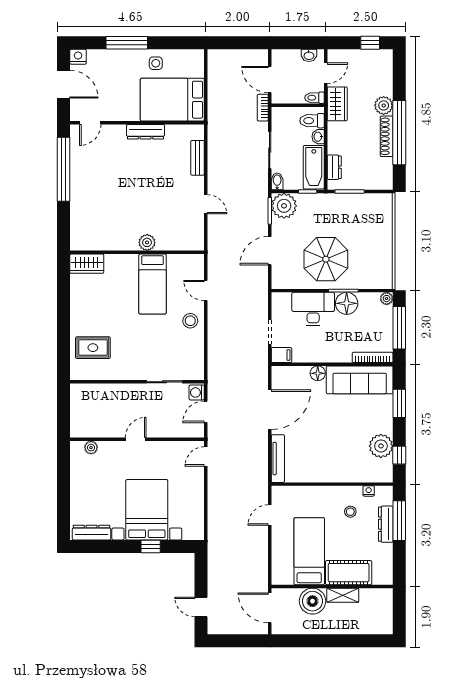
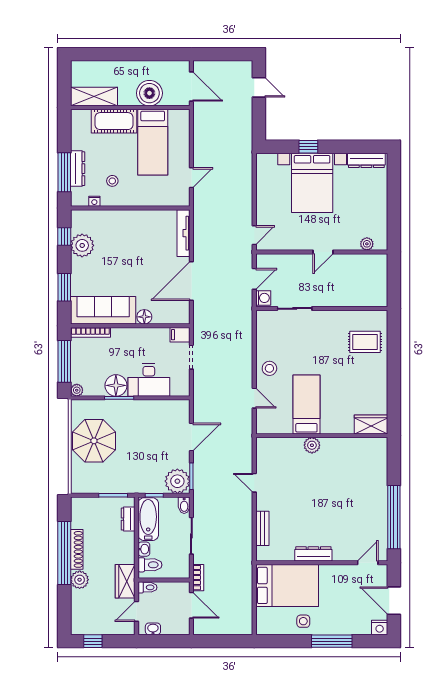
parasol: (326, 259) -> (94, 441), moved
shelving: (343, 595) -> (94, 97), moved, width x1.50, depth x1.33

